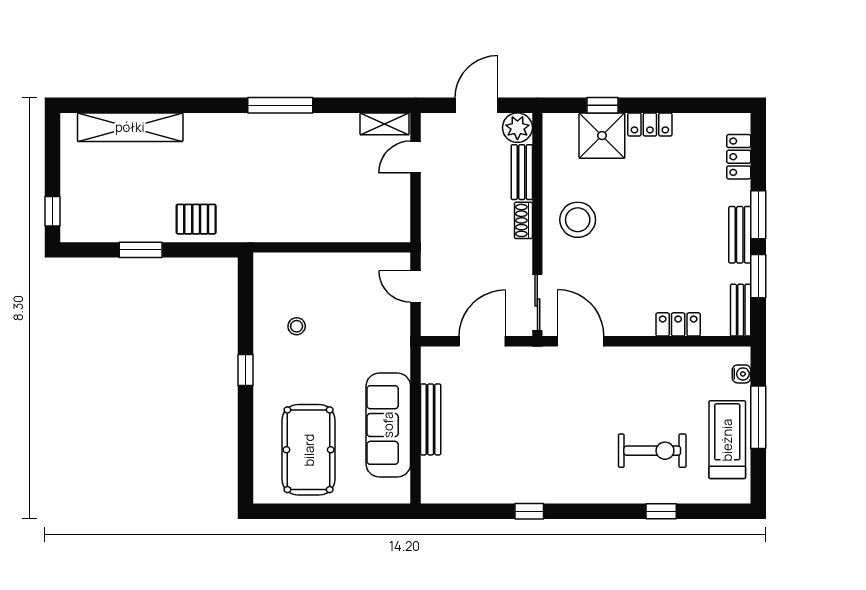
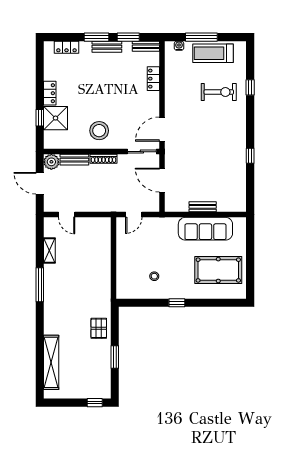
shelving: (384, 124) -> (49, 250), moved
shoe rack: (523, 220) -> (104, 159), width x1.43
bench: (431, 419) -> (203, 207), width x0.73
exercise bike: (652, 451) -> (219, 92), turned 90

